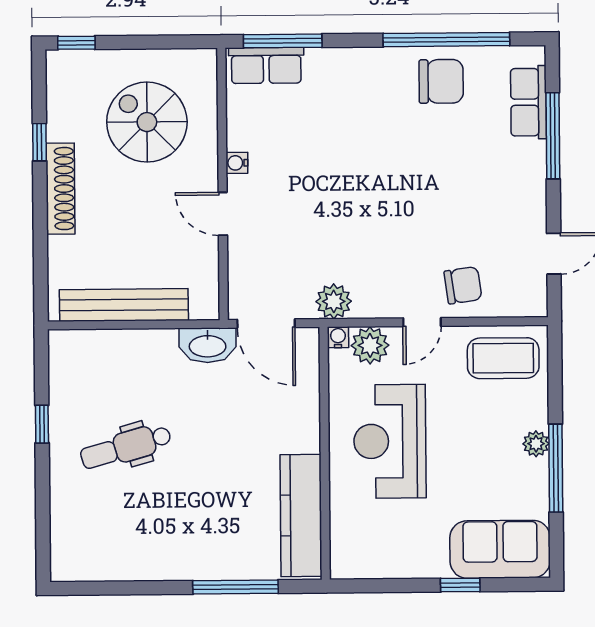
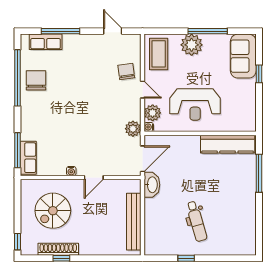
shoe rack: (60, 189) -> (58, 249), moved
plant: (536, 444) -> (192, 45), width x1.88, depth x1.88

